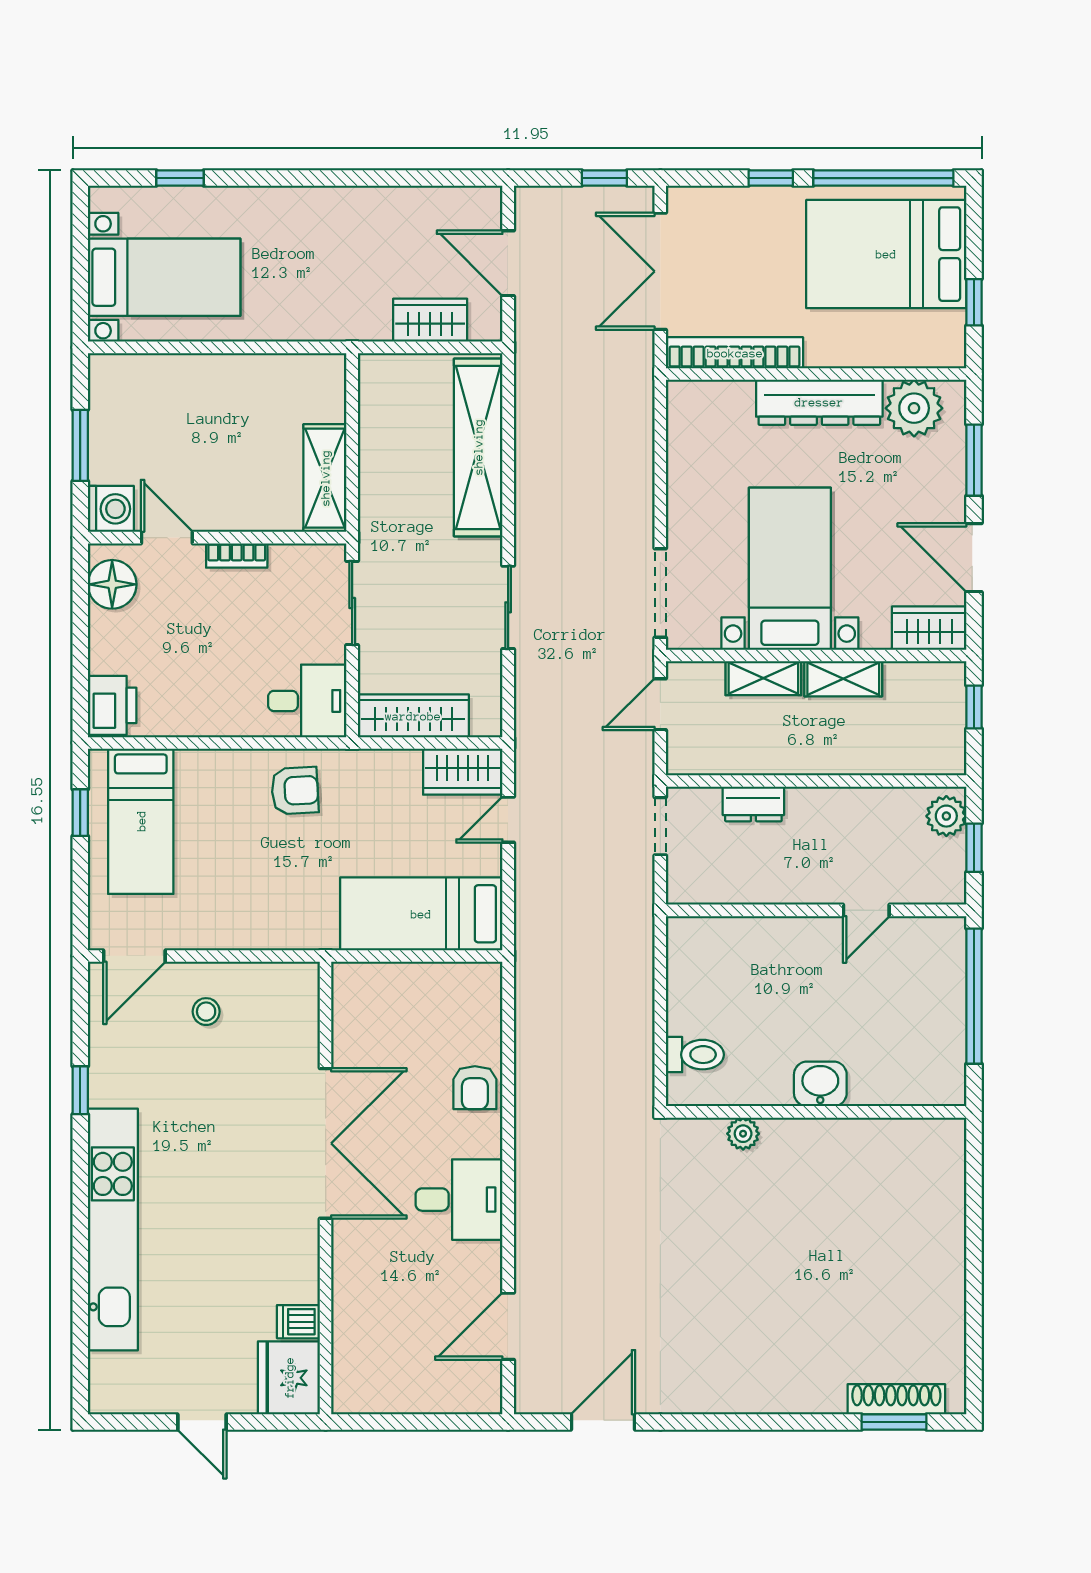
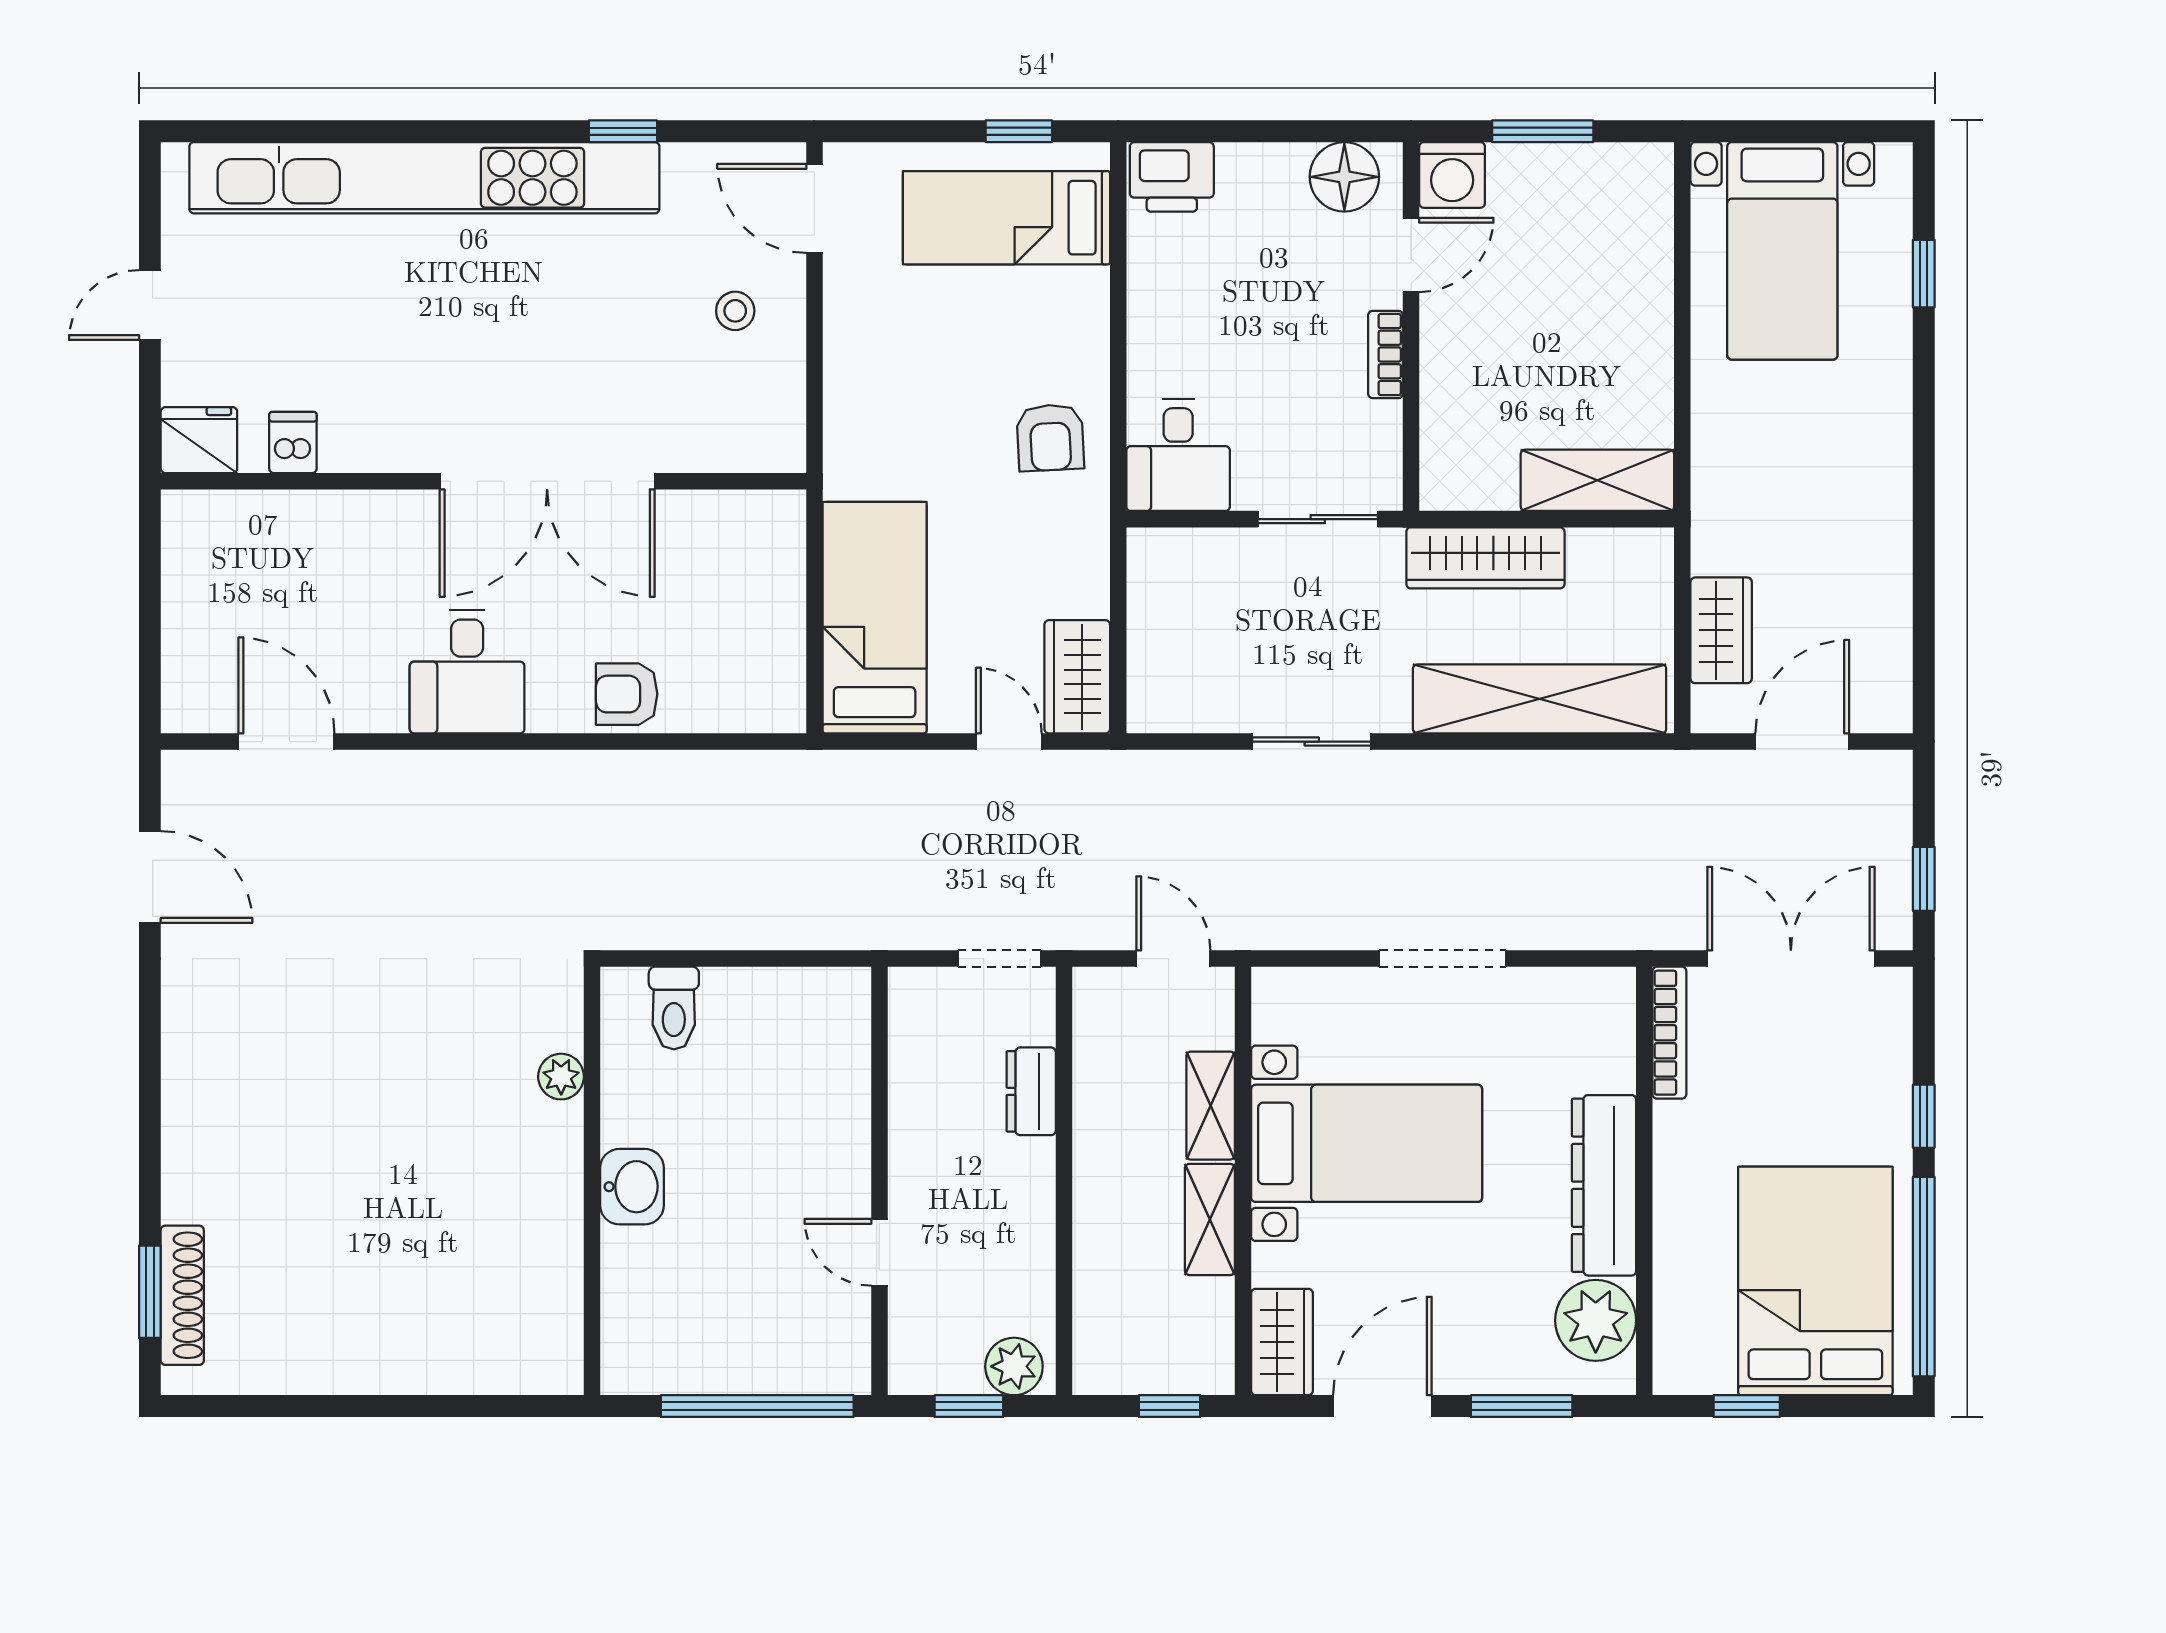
bookcase: (735, 353) -> (1669, 1033), width x0.68, depth x0.76
shelving: (325, 478) -> (1597, 480), moved
doorway: (660, 593) -> (1443, 959), moved
wardrobe: (413, 716) -> (1485, 558), moved, turned 90
kitchen unit: (113, 1230) -> (424, 178), width x1.36
fridge: (289, 1378) -> (199, 440), width x0.73, depth x0.75

